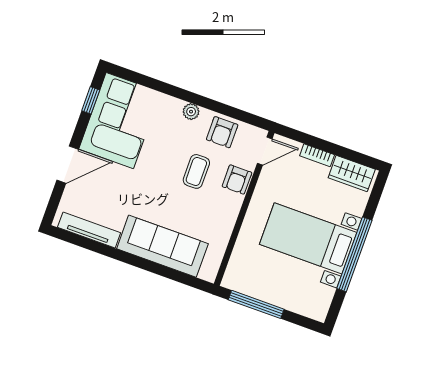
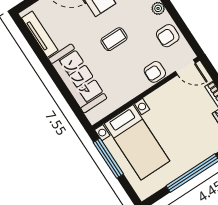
coffee table: (196, 171) -> (114, 39), moved
bed with nightstands: (308, 238) -> (137, 142), moved, turned 180

